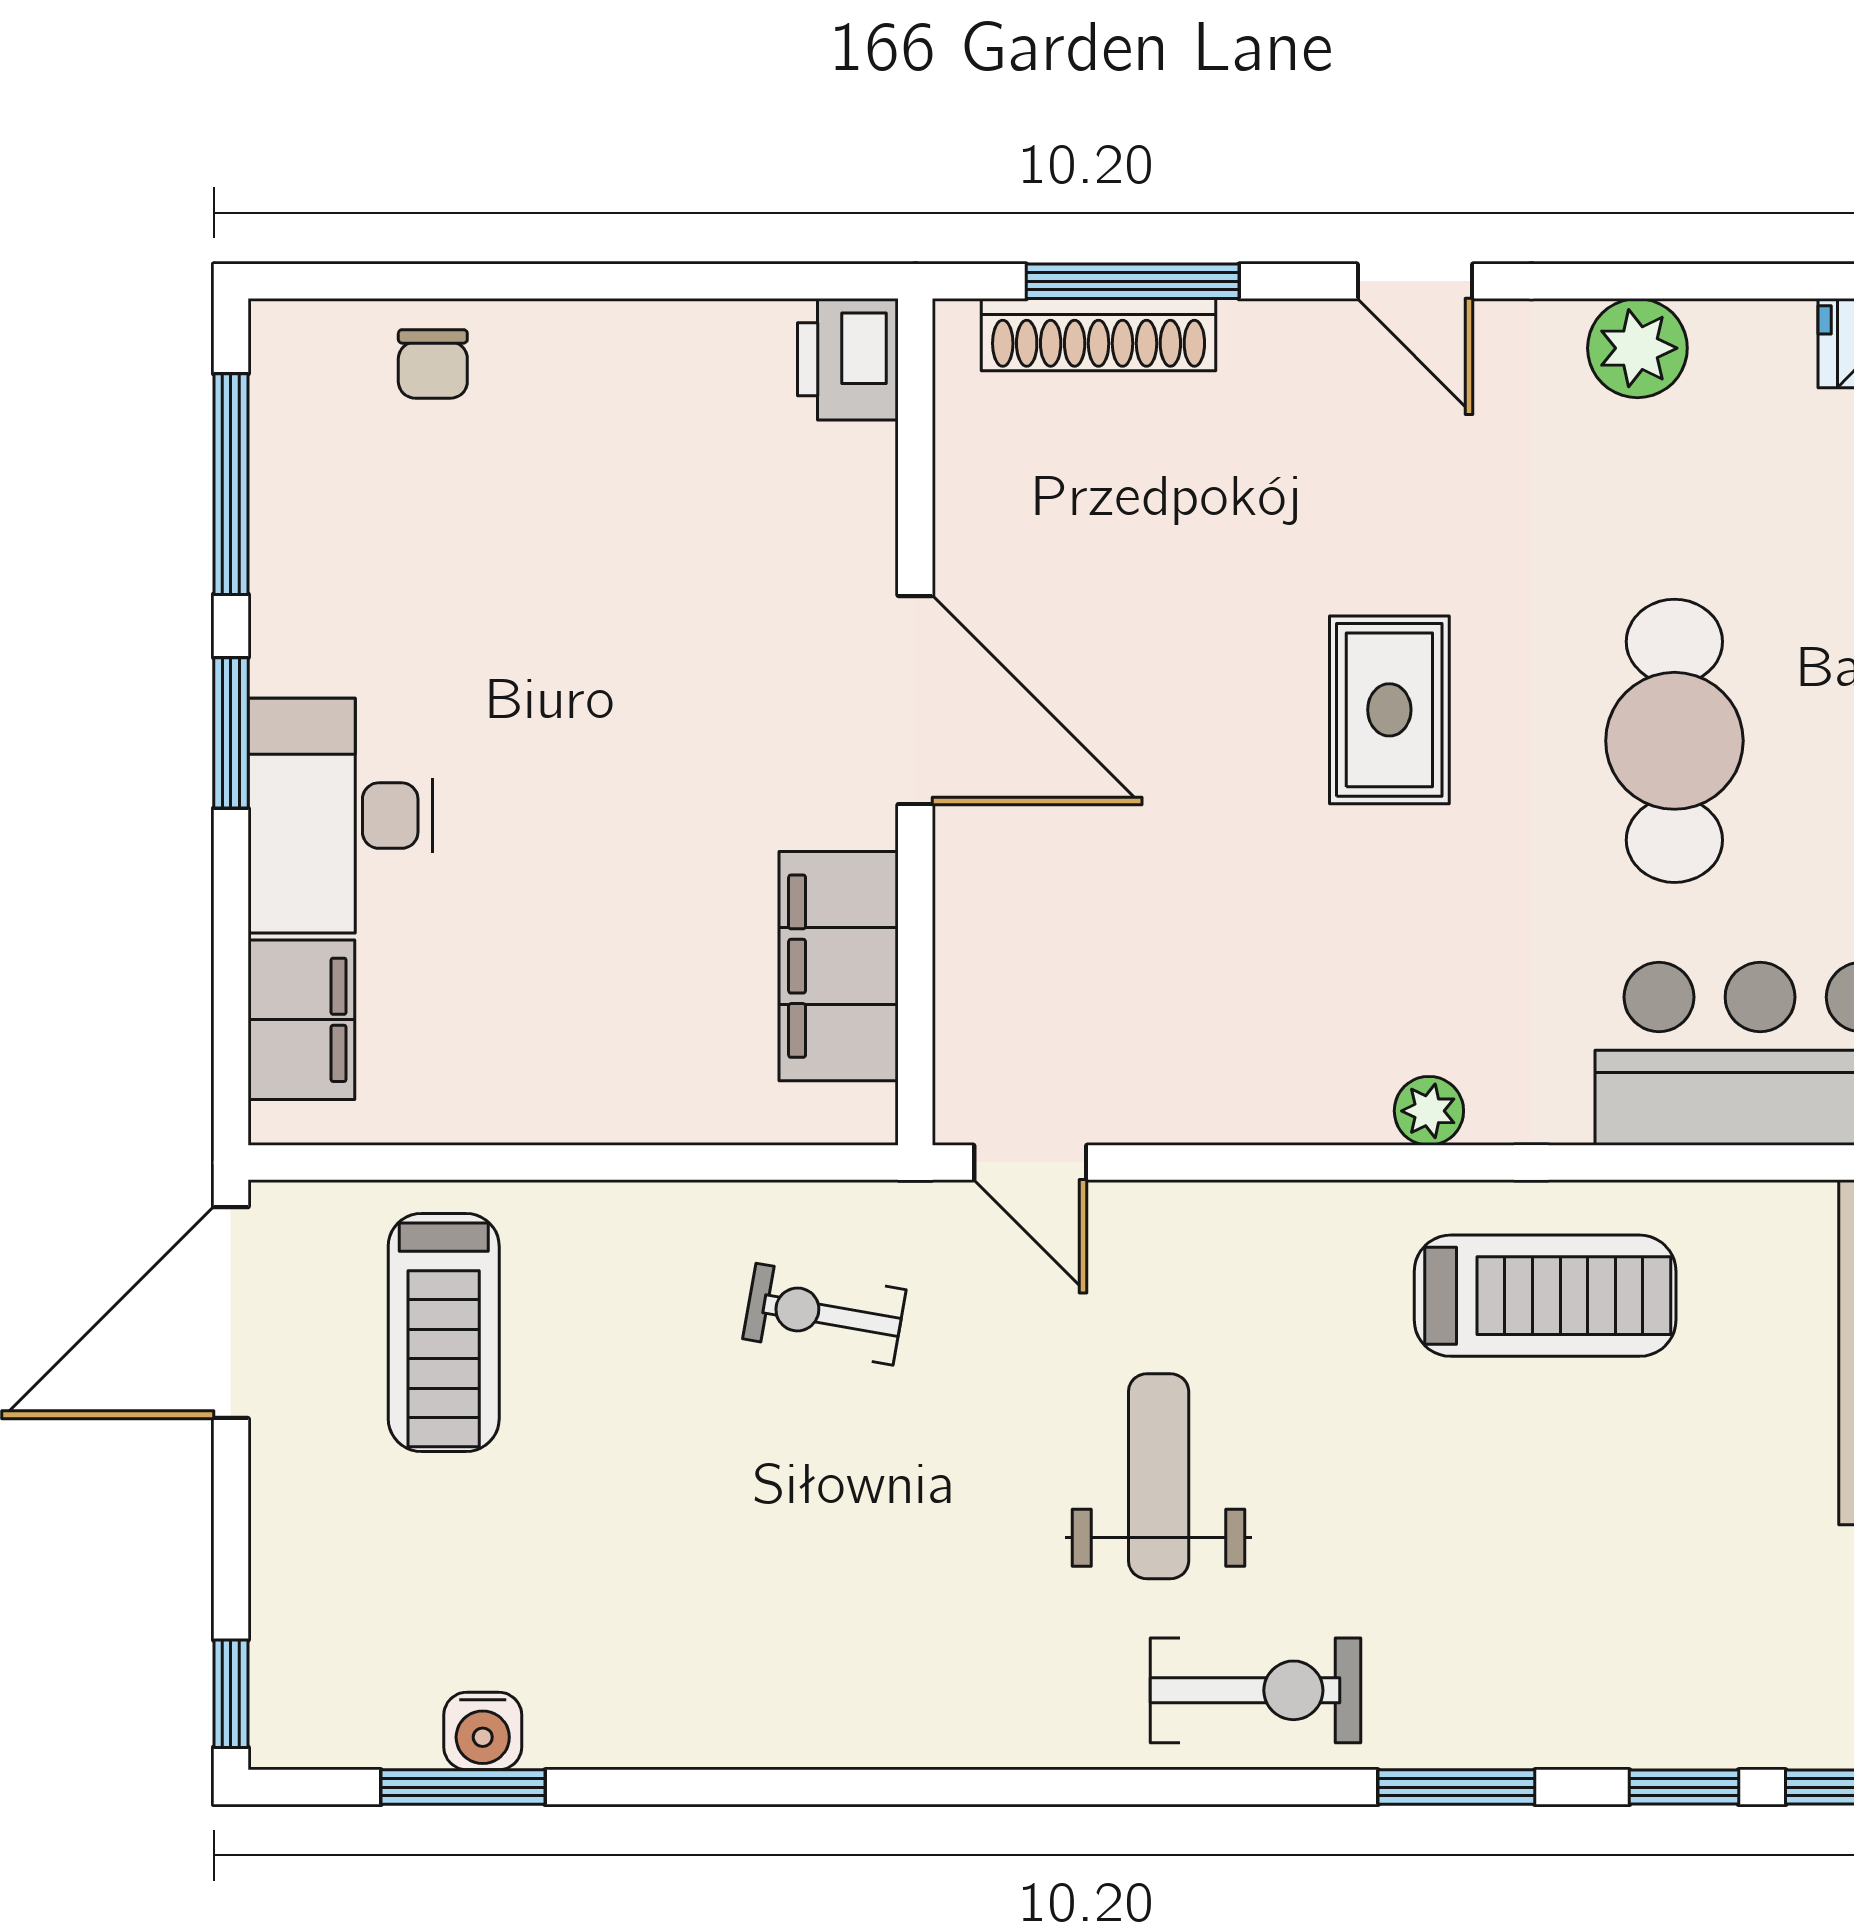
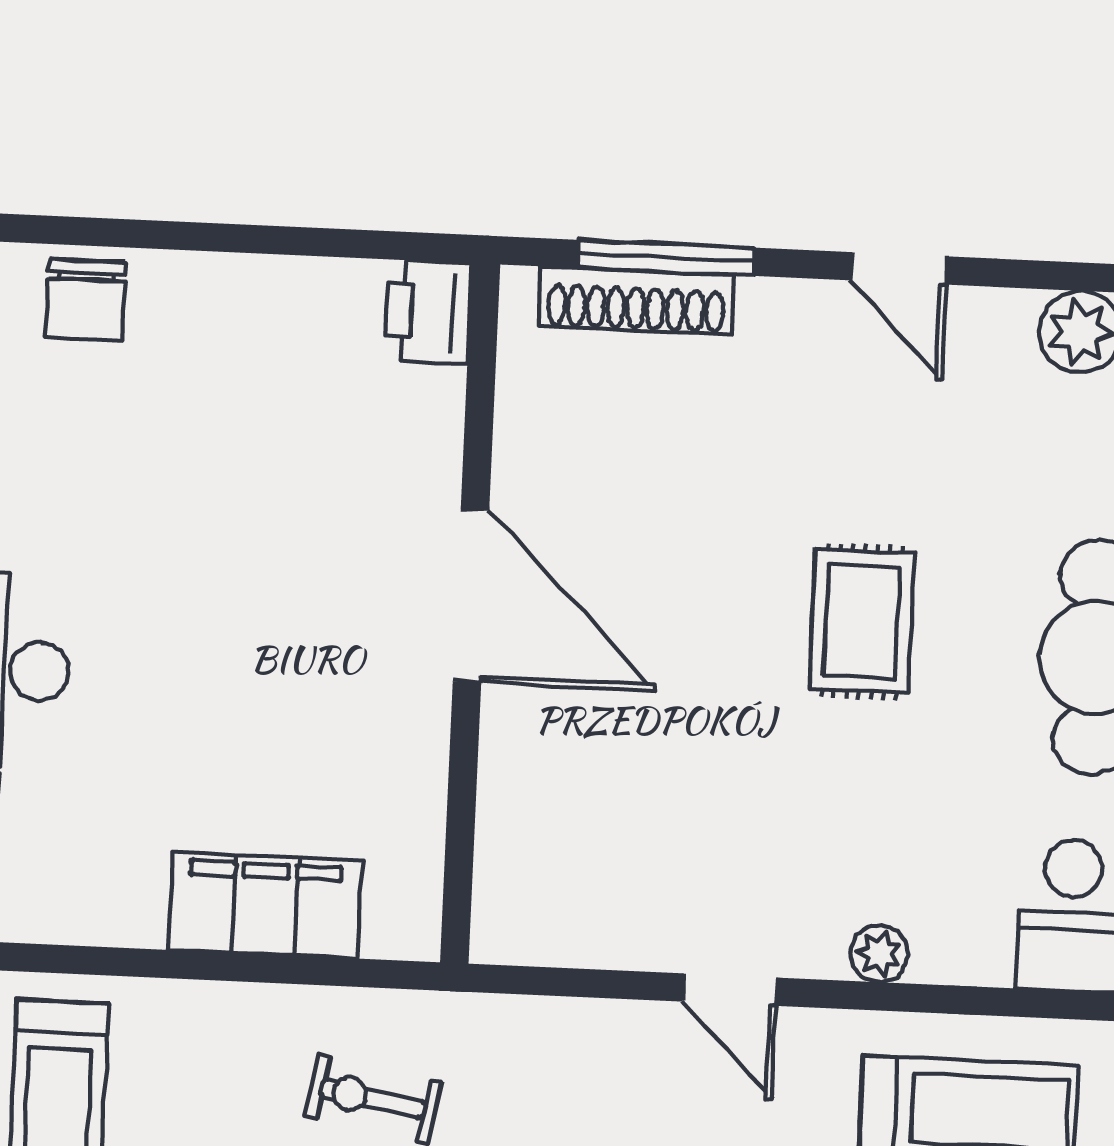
chair: (433, 364) -> (85, 300), width x1.37, depth x1.37
filing cabinet: (839, 966) -> (265, 905), moved, turned 90
door: (1030, 1162) -> (730, 990), moved

